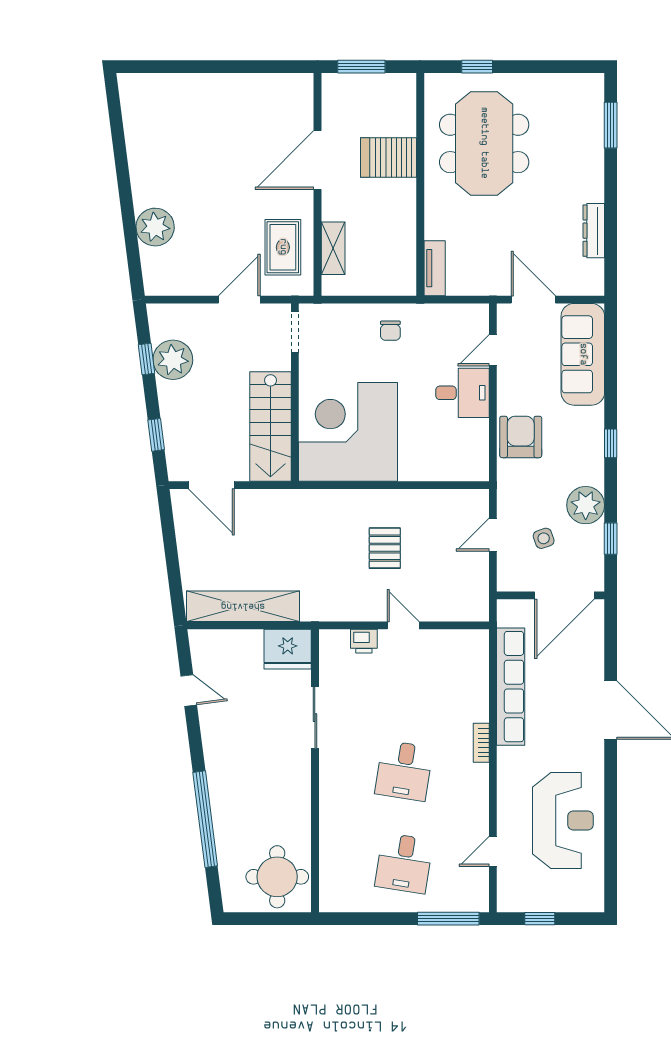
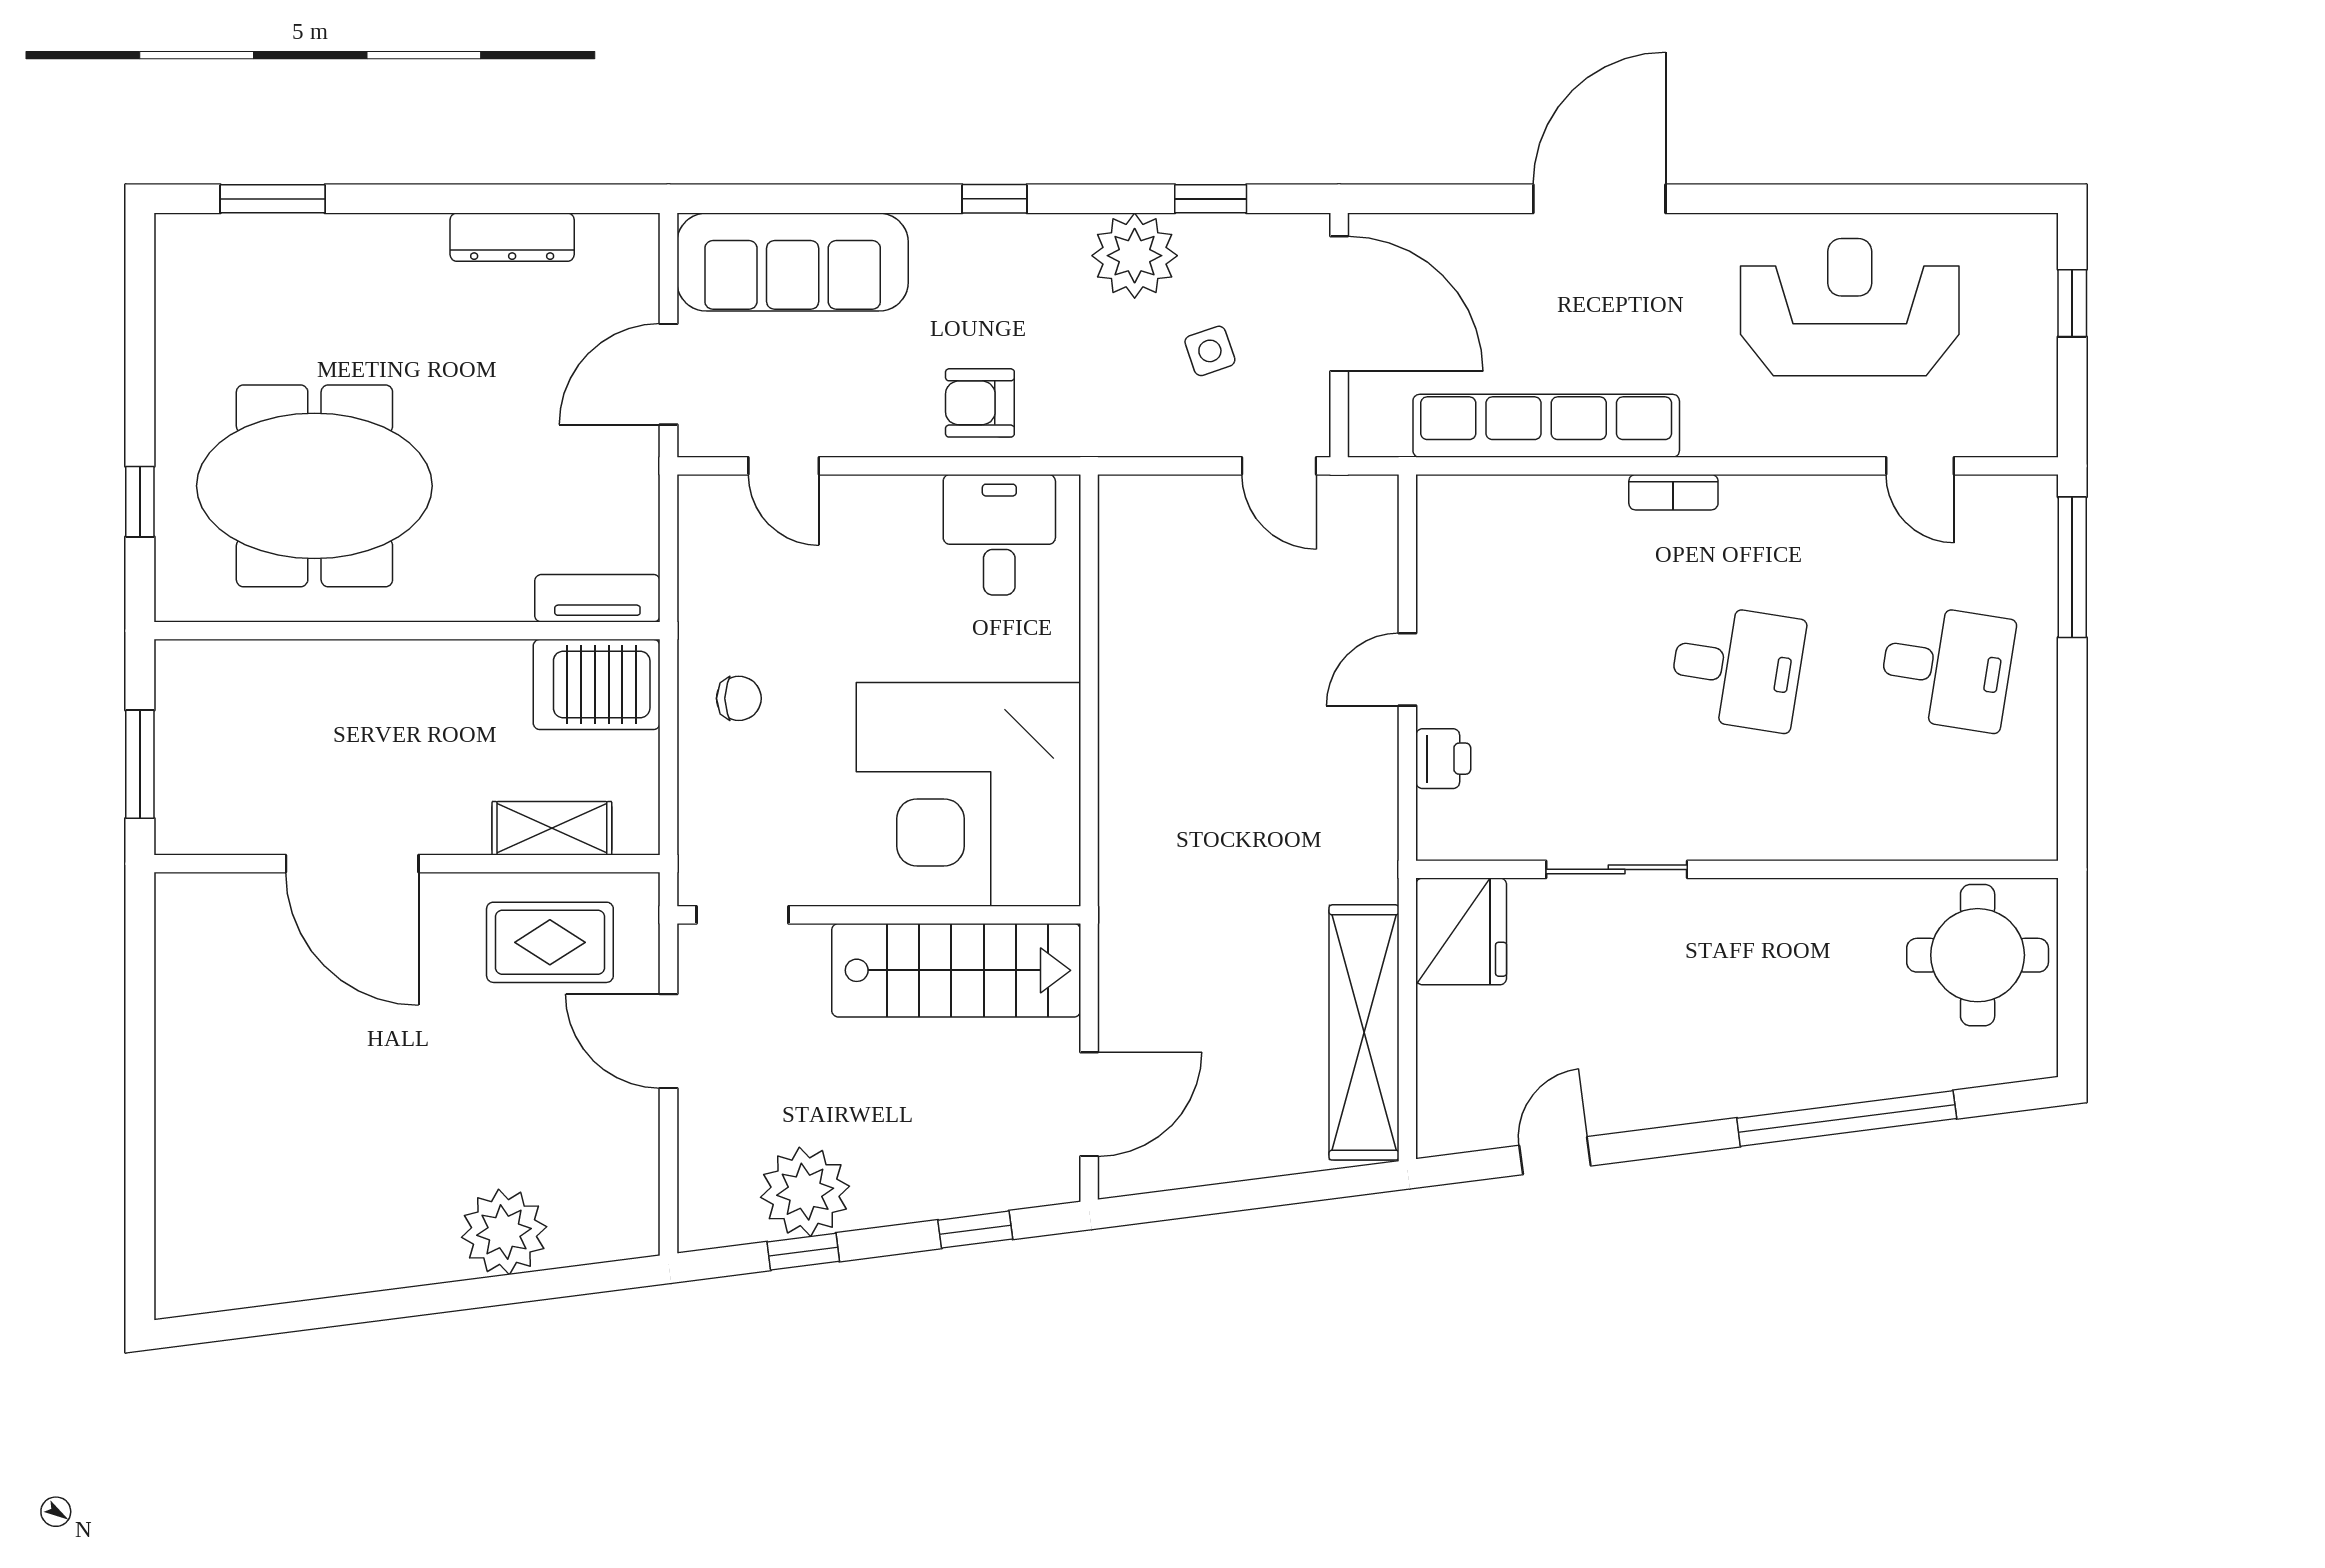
server rack: (389, 157) -> (597, 684), moved, turned 90
desk: (463, 393) -> (999, 535), moved
armchair: (521, 437) -> (980, 403), width x0.72, depth x0.72
door: (493, 535) -> (1279, 466), moved
pallet: (385, 548) -> (1232, 711), removed
window: (540, 919) -> (2072, 303), moved

